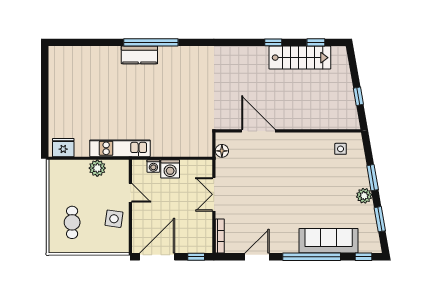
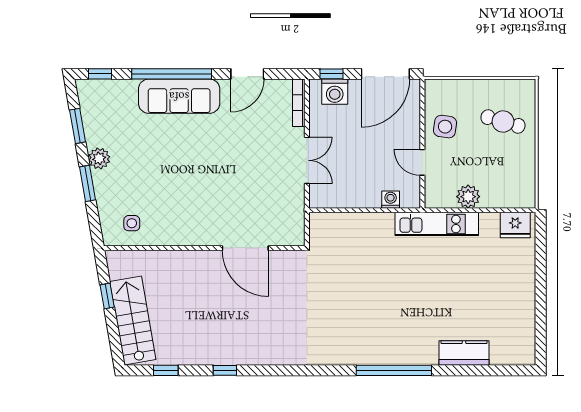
kitchen counter: (139, 55) -> (464, 353), moved
stairs: (300, 58) -> (133, 320), moved, turned 80
floor lamp: (222, 151) -> (296, 221), removed
washing machine: (170, 169) -> (335, 92), moved, turned 180
cafe table: (72, 222) -> (503, 122), turned -74
sofa: (329, 241) -> (179, 96), moved

